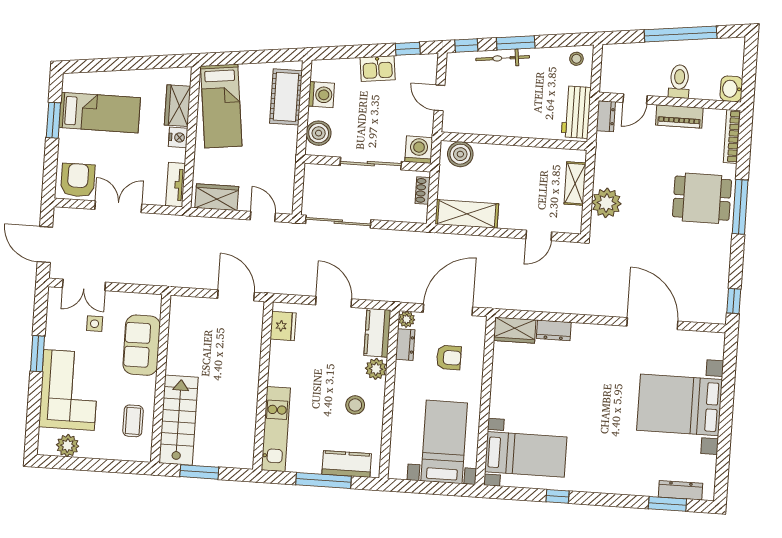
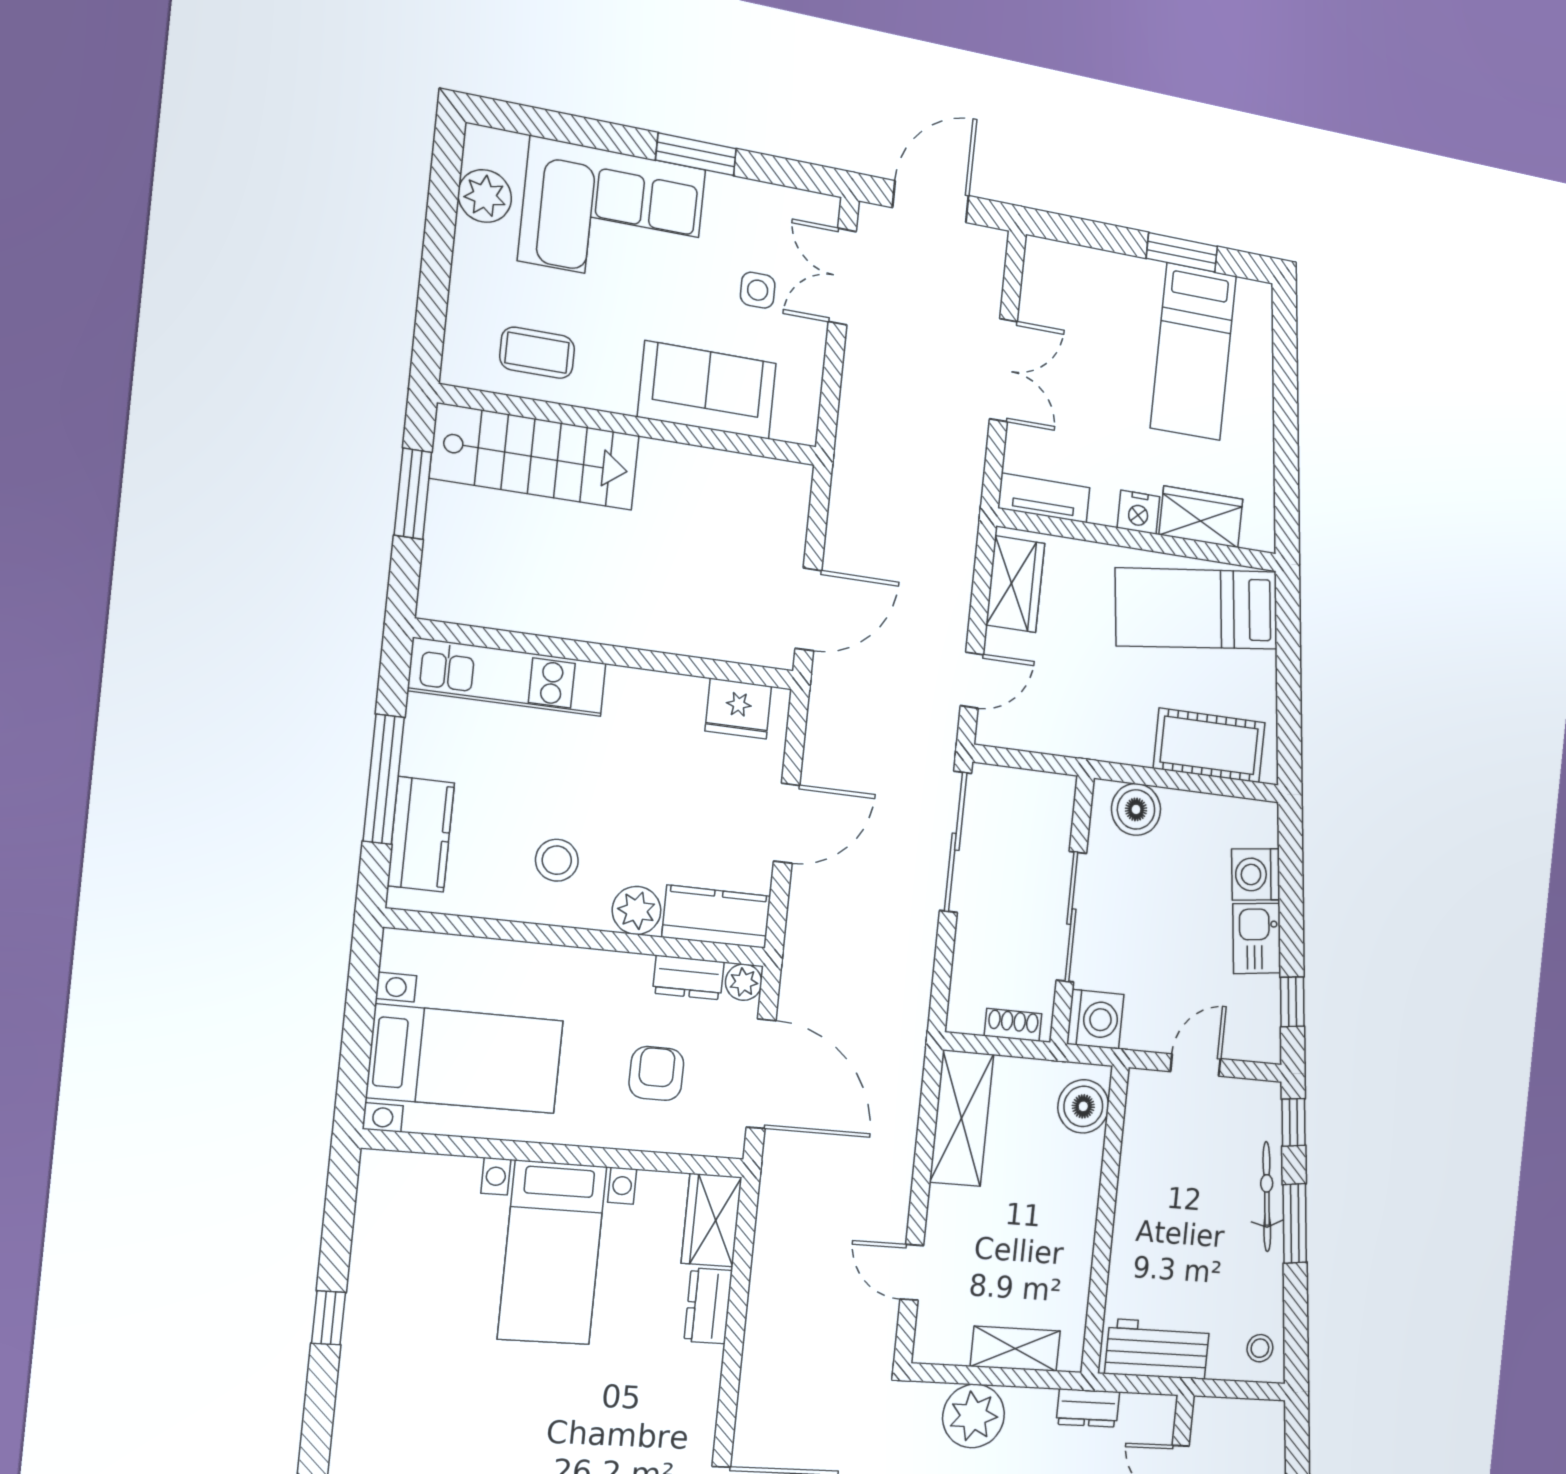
washing machine: (321, 95) -> (1256, 874), moved, turned 83
dresser: (606, 116) -> (1088, 1408), moved
armchair: (78, 180) -> (1061, 289), removed
armchair: (449, 358) -> (656, 1073), turned 180
bed with nightstands: (526, 454) -> (552, 1252), moved

